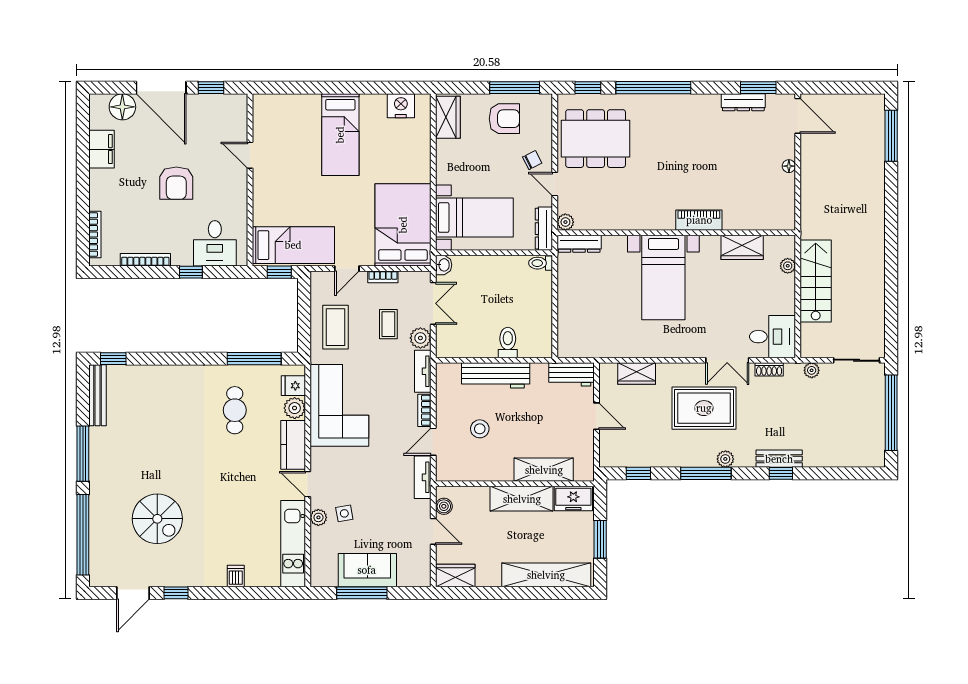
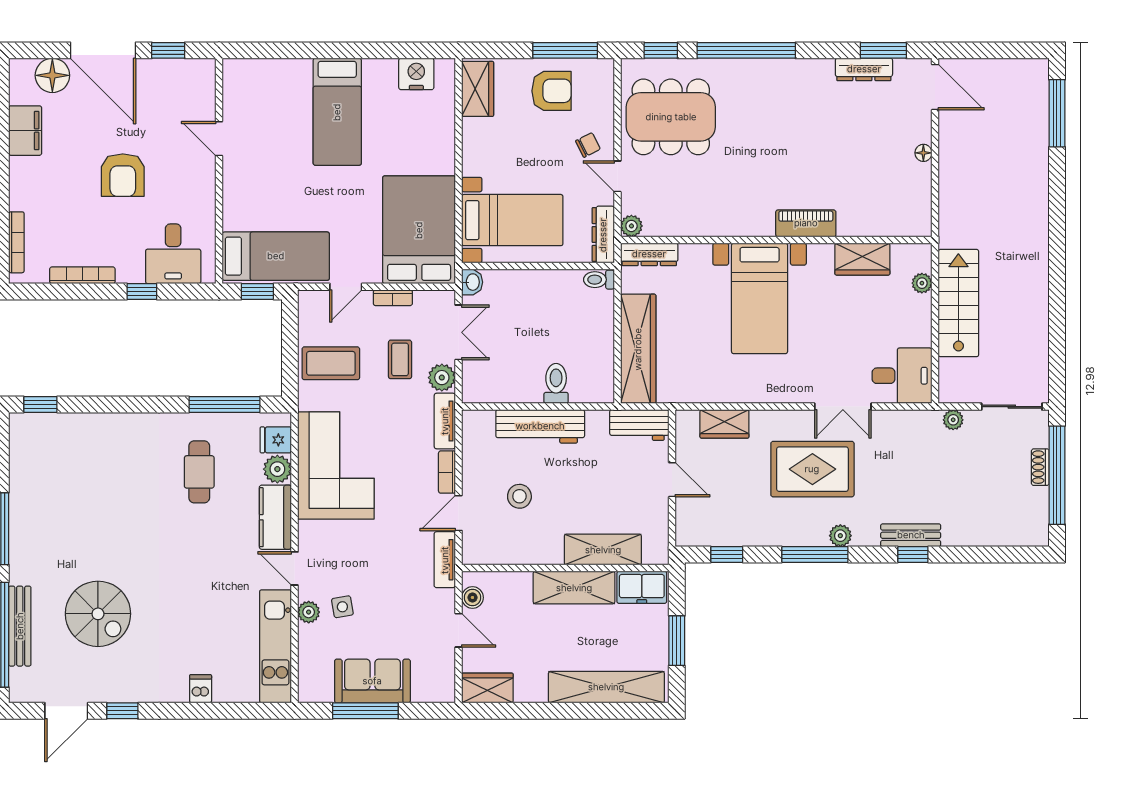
wardrobe: (571, 316) -> (638, 349), added
coffee table: (335, 327) -> (331, 363), turned 90
shoe rack: (769, 369) -> (1040, 467), moved, turned 90
bench: (97, 395) -> (20, 626), moved

